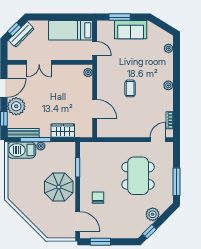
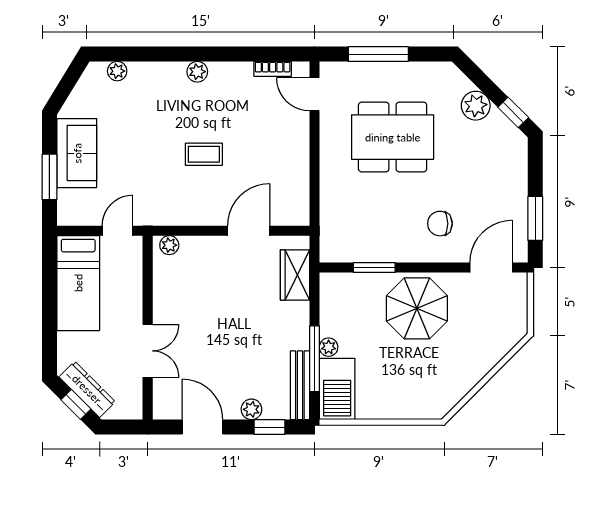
plant: (16, 106) -> (251, 409), width x0.53, depth x0.53
wardrobe: (63, 131) -> (295, 275), moved
window: (176, 182) -> (378, 54), moved

